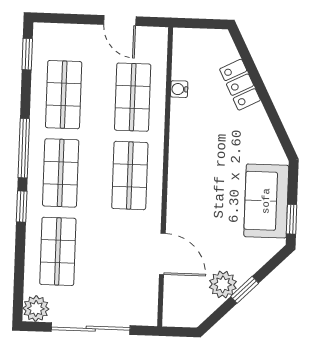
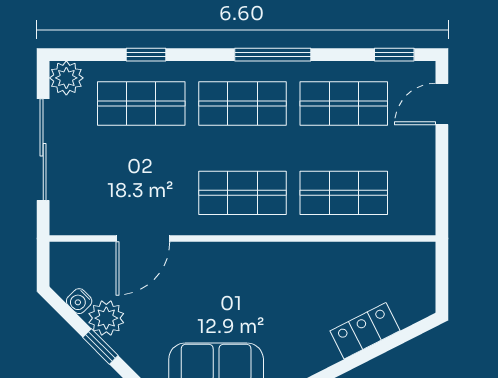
door: (120, 21) -> (442, 104), moved
water cooler: (179, 89) -> (79, 301), moved, turned -135
window: (22, 206) -> (146, 55), moved

